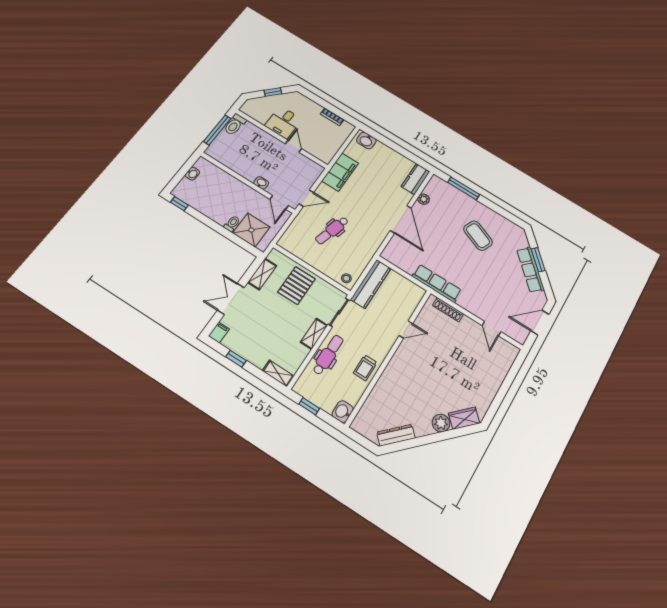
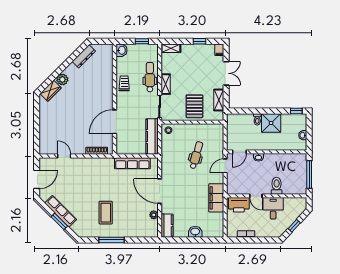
toilet: (235, 125) -> (277, 186), moved
washbasin: (366, 140) -> (195, 232), moved
printer: (319, 149) -> (239, 205), added
window: (464, 188) -> (112, 240), moved
door: (279, 202) -> (239, 152), swing flipped
shower: (251, 230) -> (271, 123), moved
coffee table: (478, 236) -> (106, 213), turned 67
row of seats: (437, 283) -> (132, 163), moved
door: (406, 330) -> (115, 122), width x1.88
dental chair: (328, 355) -> (150, 77), turned 180

